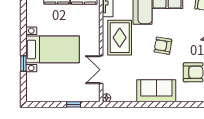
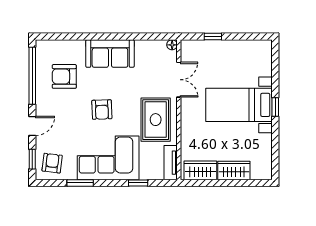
armchair: (163, 46) -> (102, 110), turned 79
window: (23, 64) -> (275, 107), moved

